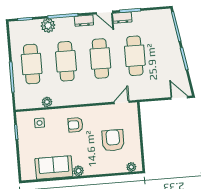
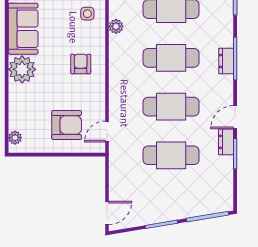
dresser: (84, 21) -> (226, 61), moved
plant: (48, 25) -> (223, 37), removed
door: (122, 102) -> (107, 132), swing flipped
armchair: (113, 140) -> (67, 125), moved
plant: (78, 171) -> (22, 69), width x1.88, depth x1.88

